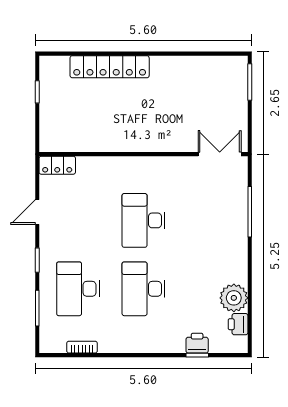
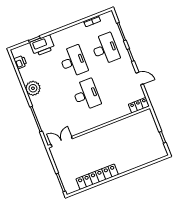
locker: (110, 67) -> (97, 177), moved
double door: (220, 154) -> (62, 142), swing flipped
door: (37, 212) -> (140, 79), hinge flipped
plant: (234, 298) -> (33, 88), moved
printer: (197, 343) -> (42, 46), width x1.87, depth x1.48

